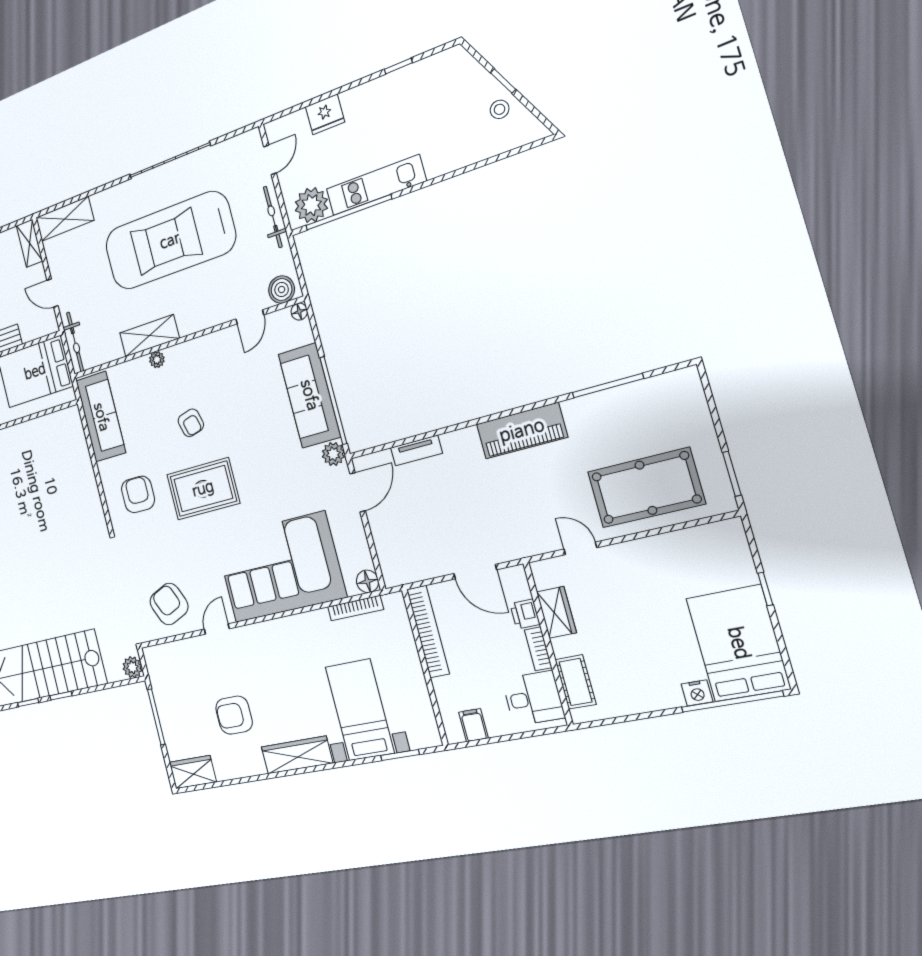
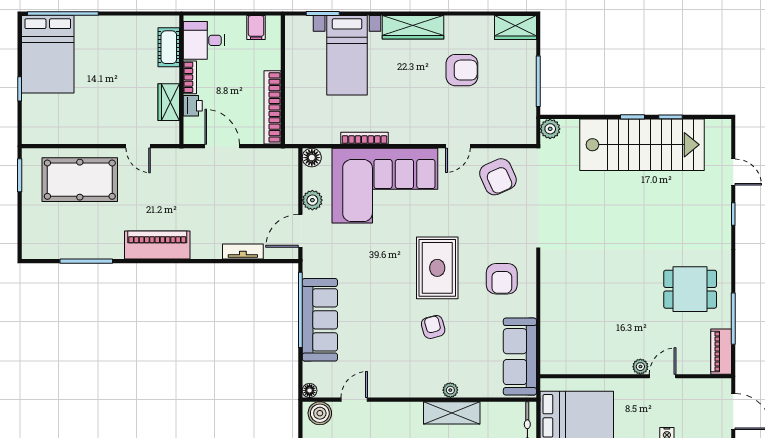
plant: (333, 454) -> (312, 200), moved
rug: (203, 489) -> (437, 268), turned 90
bookcase: (355, 608) -> (364, 138), moved
nightstand: (697, 693) -> (85, 24), removed

